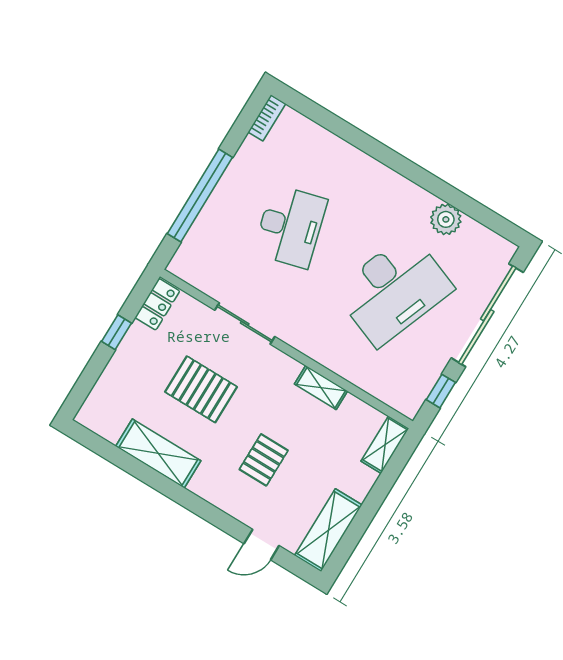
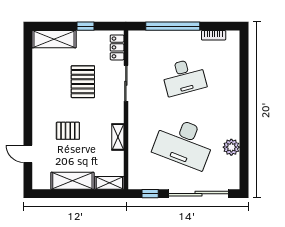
bookcase: (267, 118) -> (214, 35), moved
locker: (157, 304) -> (117, 47), moved, turned 90
shelving: (158, 454) -> (54, 39), moved, turned 90
shelving: (328, 530) -> (72, 181), moved

